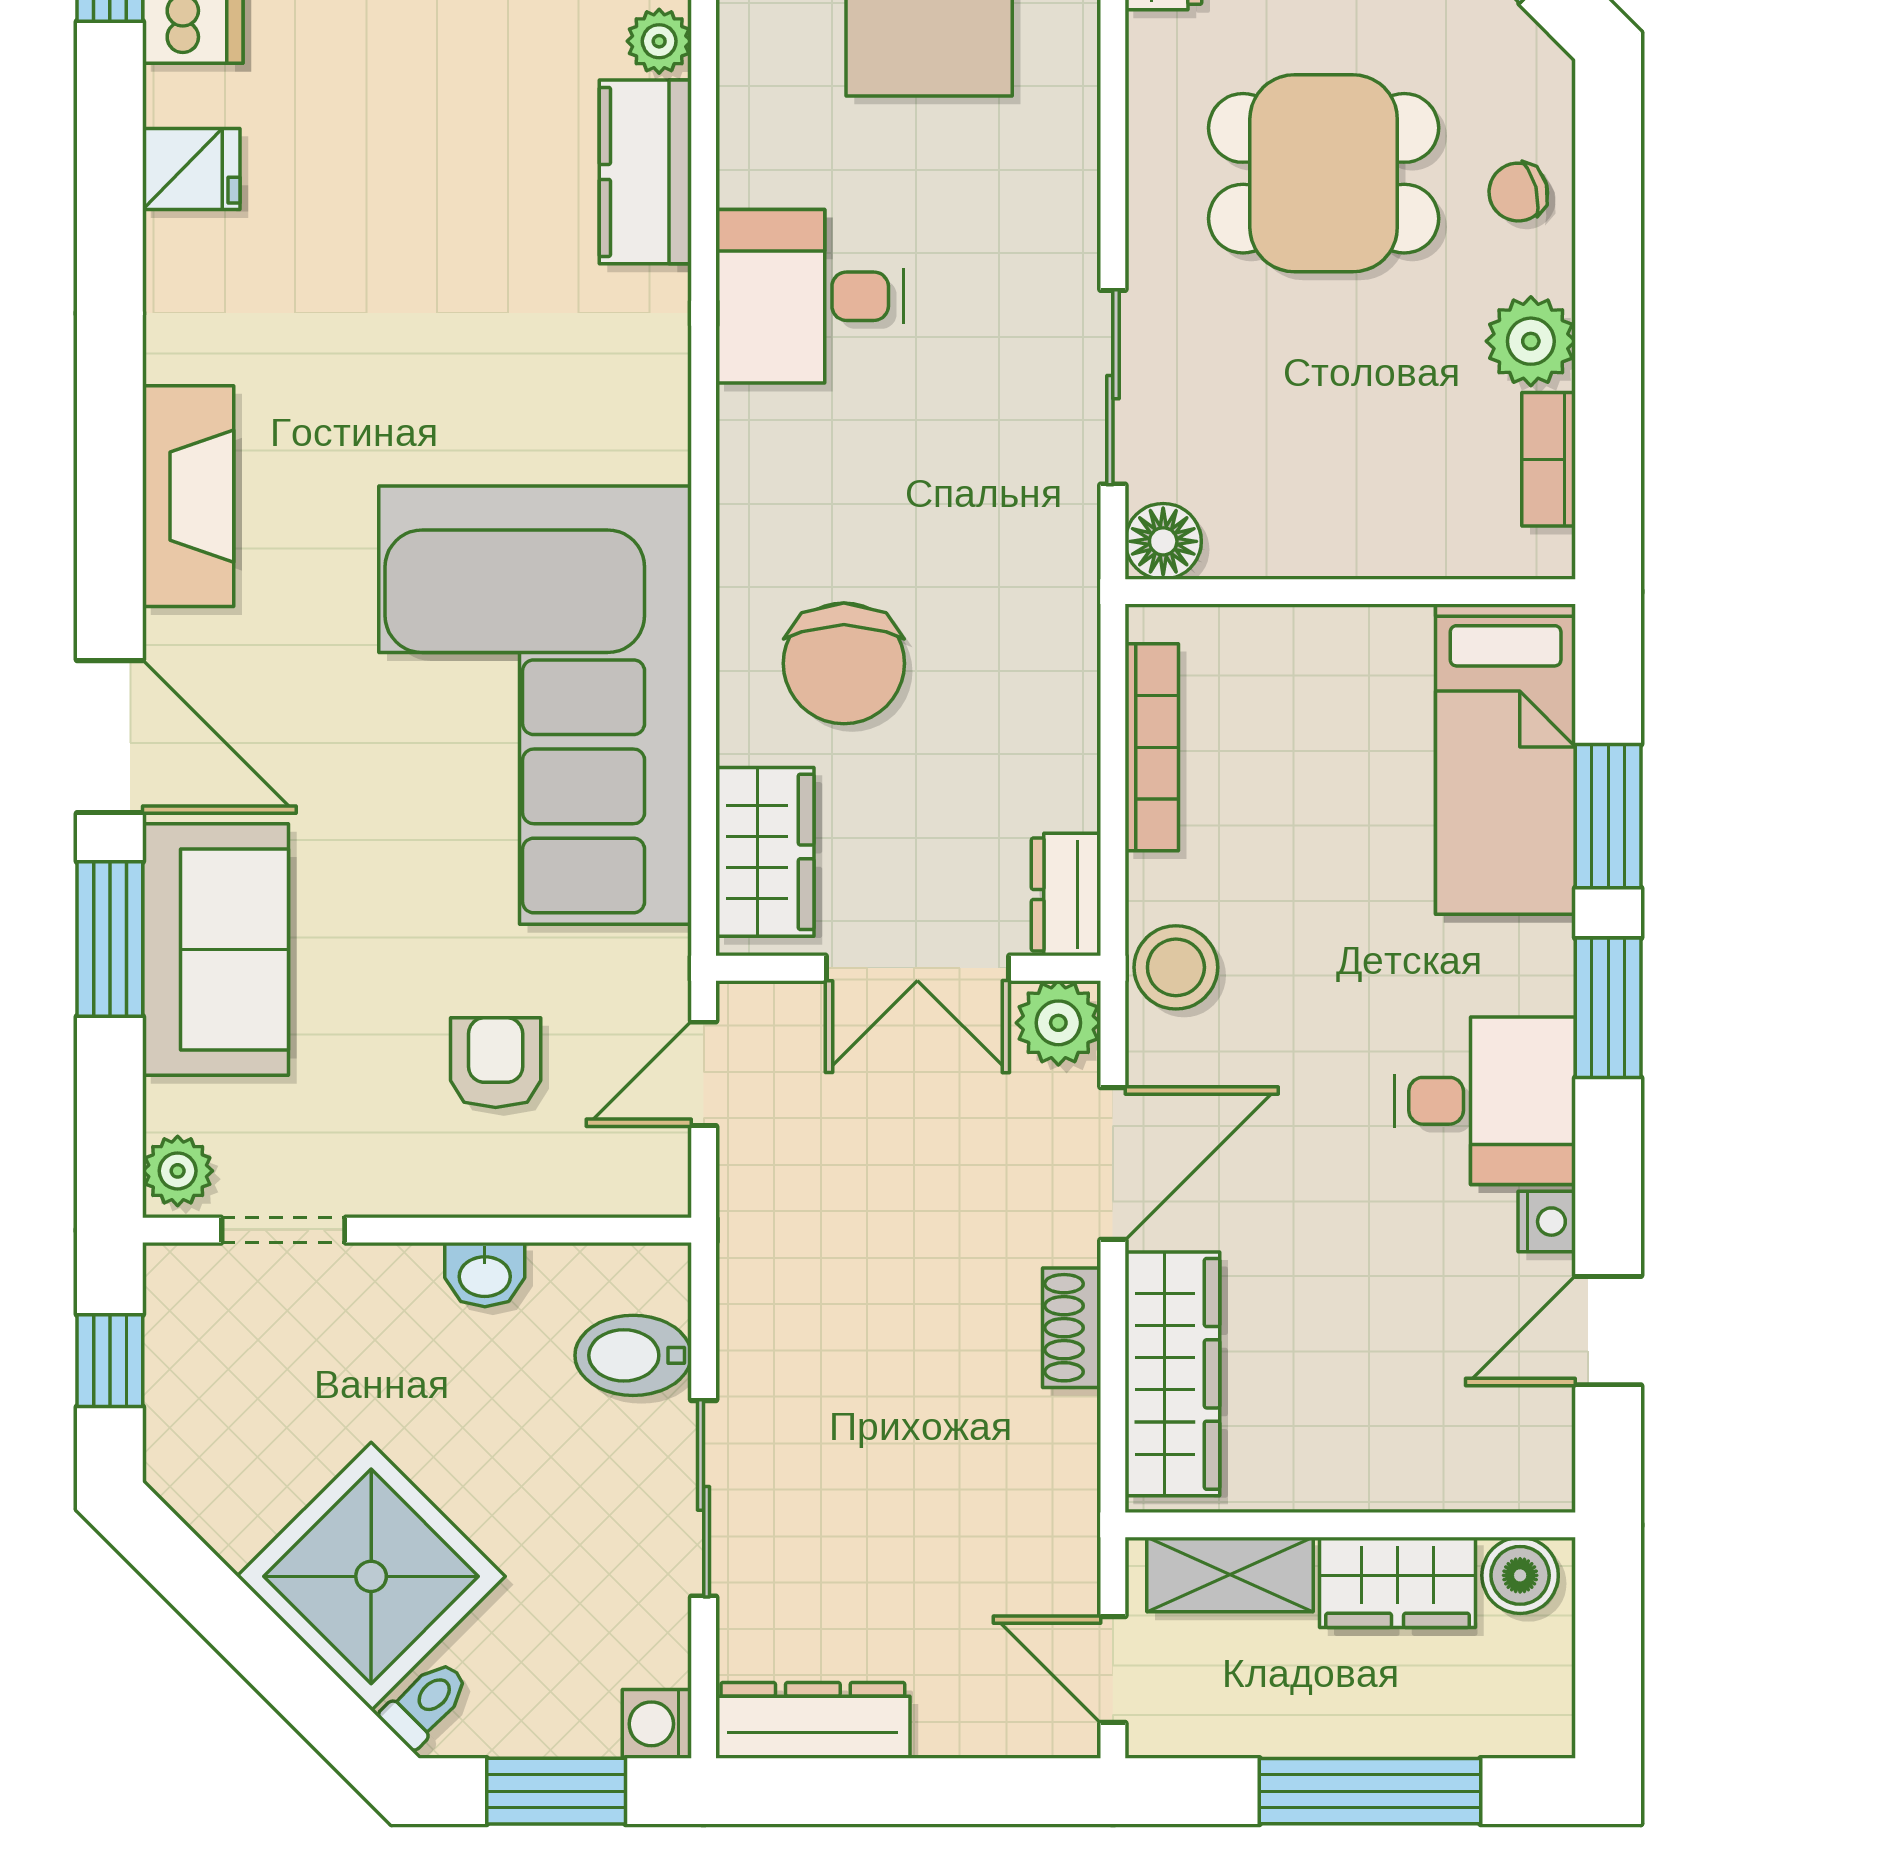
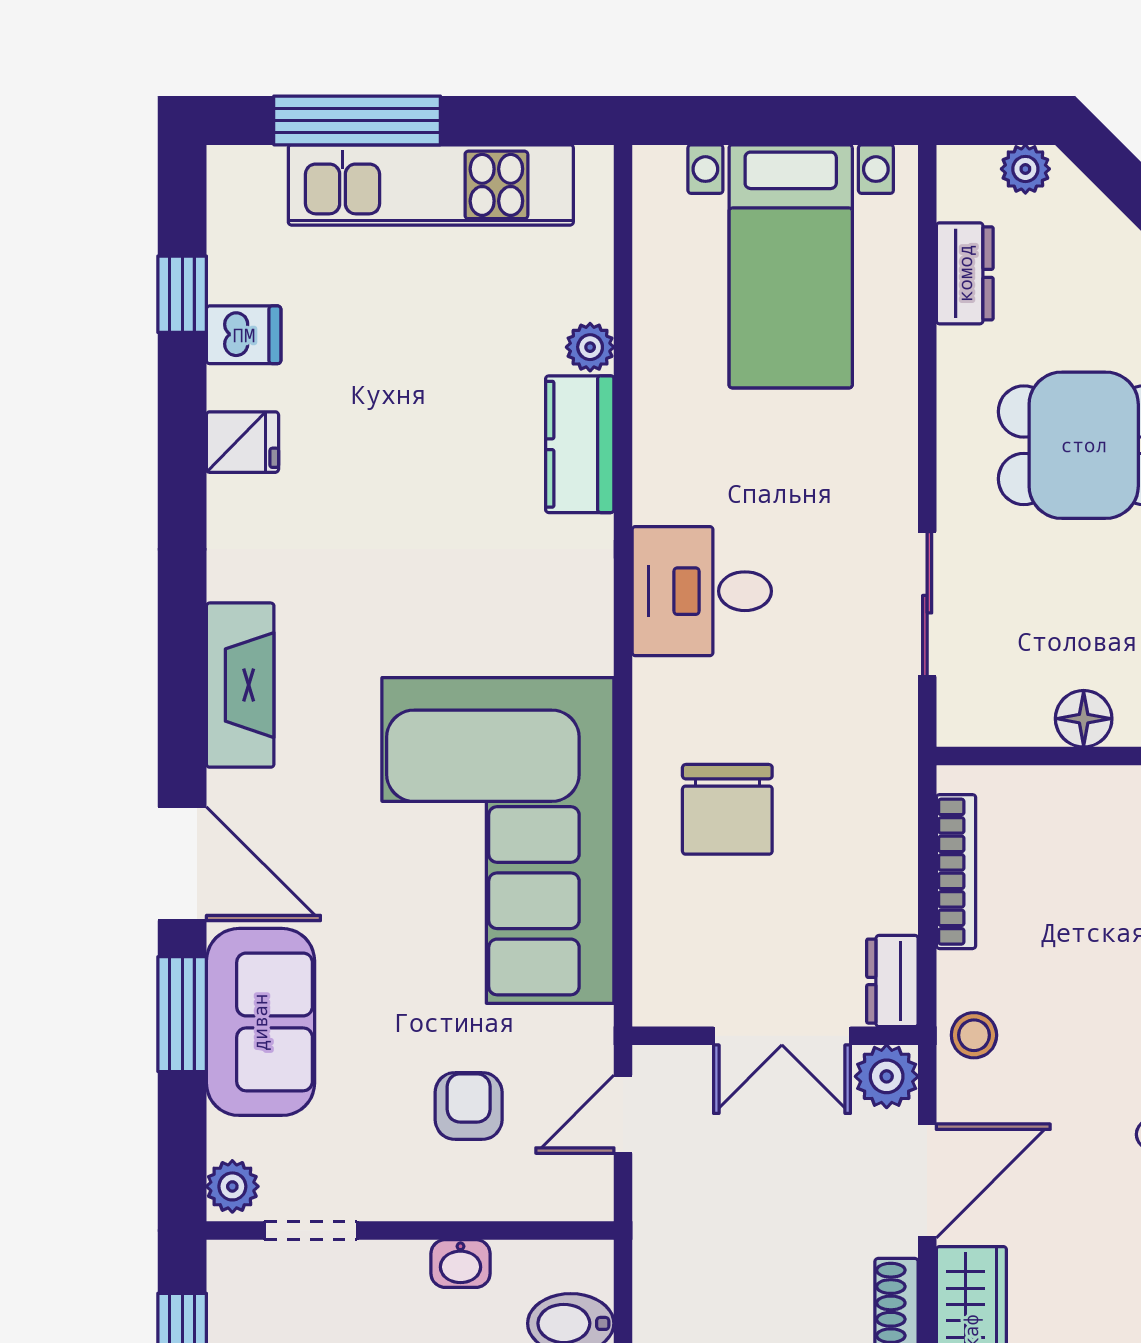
desk: (810, 296) -> (702, 591), moved
floor lamp: (1163, 541) -> (1084, 719), moved
wardrobe: (765, 852) -> (669, 949), removed
stool: (1176, 967) -> (974, 1035), width x0.73, depth x0.73

